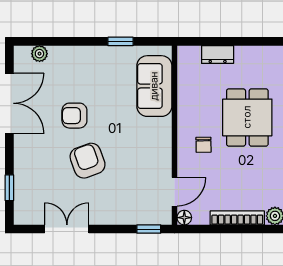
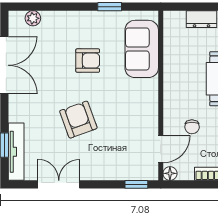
armchair: (74, 116) -> (88, 61), moved, turned 180
chair: (204, 145) -> (192, 127), moved
tv unit: (22, 195) -> (16, 152), added

